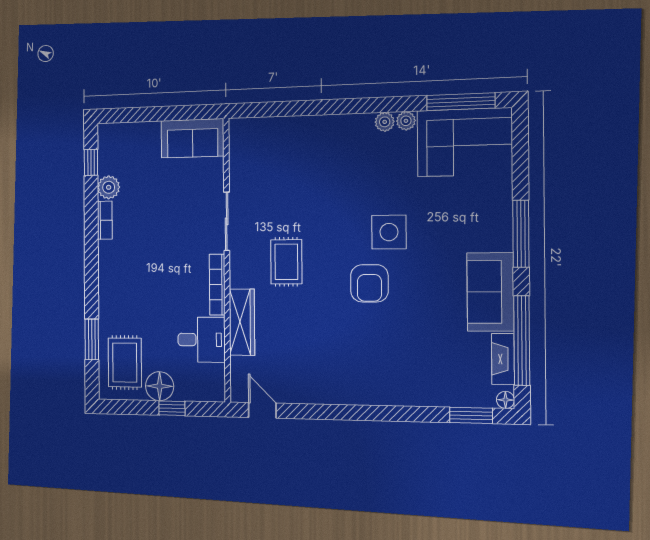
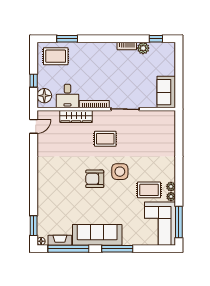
rug: (392, 168) -> (149, 190), added
side table: (389, 232) -> (120, 172), moved
sofa: (490, 292) -> (97, 235), width x1.36
floor lamp: (160, 386) -> (44, 96), moved

